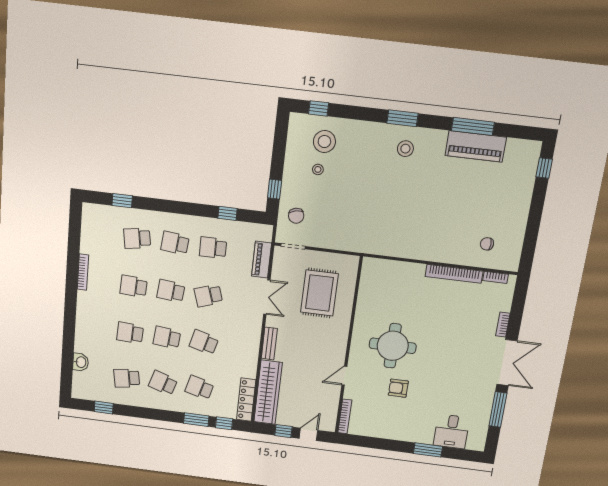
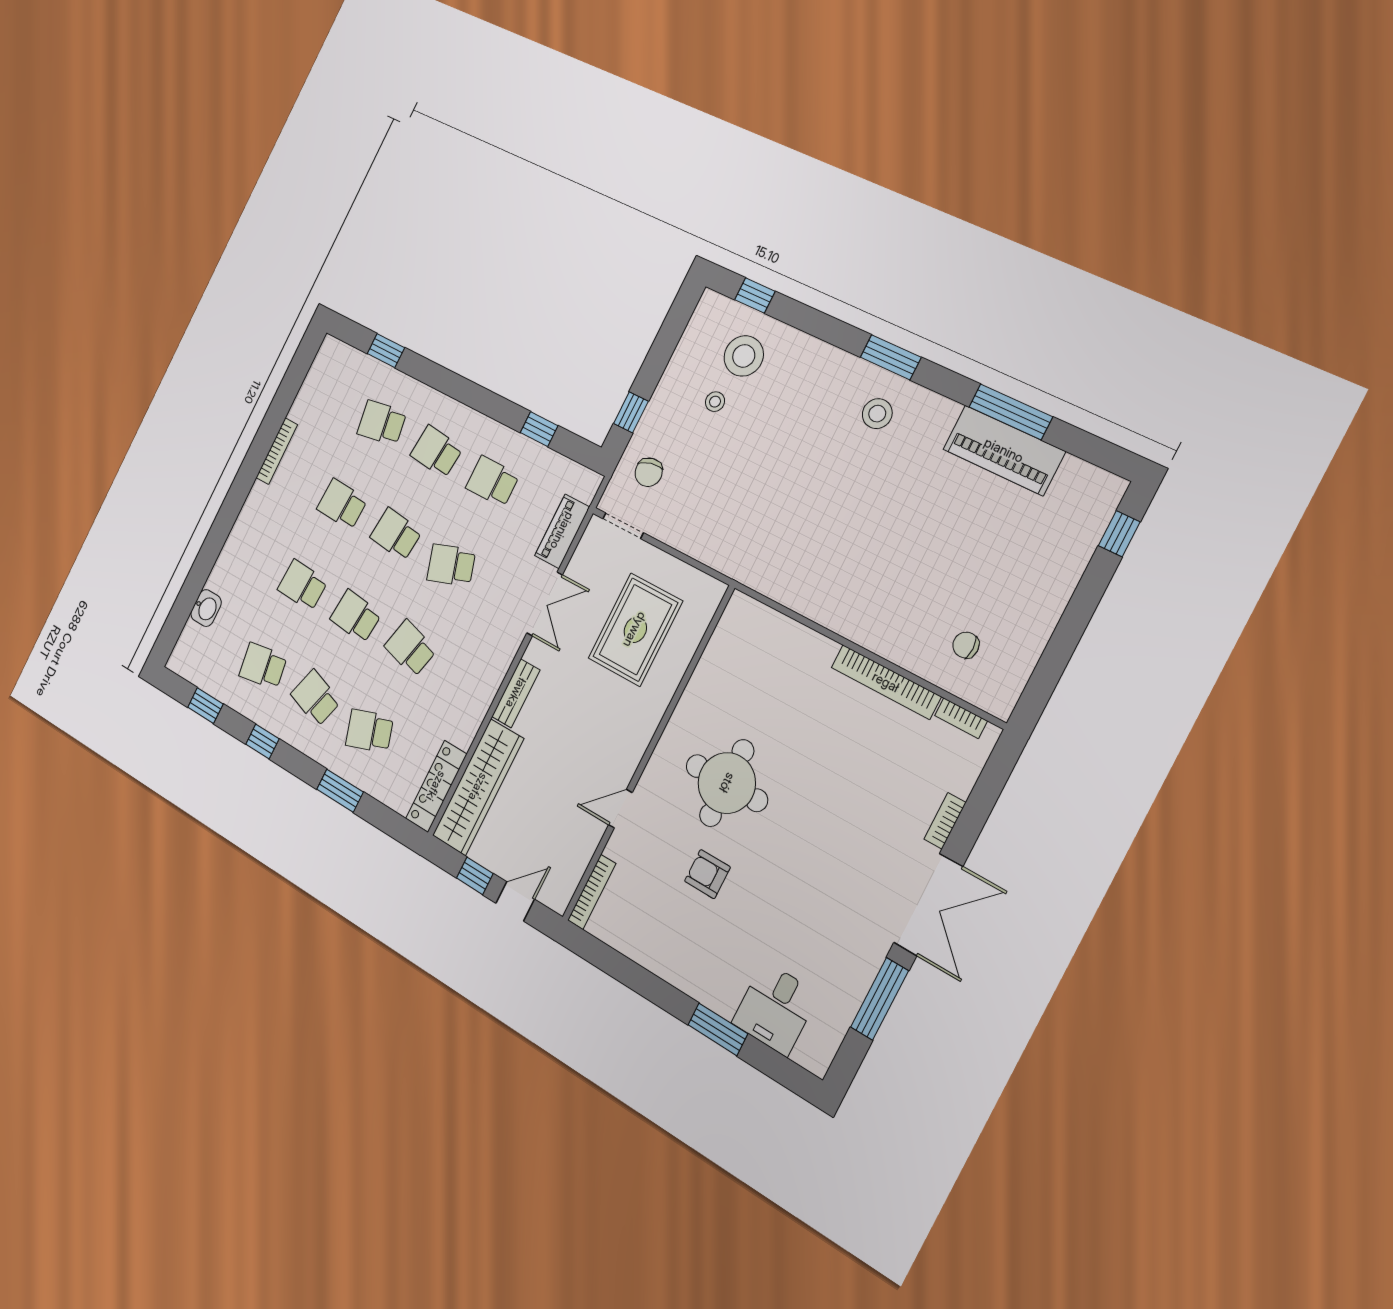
school desk: (199, 388) -> (369, 731), turned -33
window: (224, 423) -> (262, 742), moved

